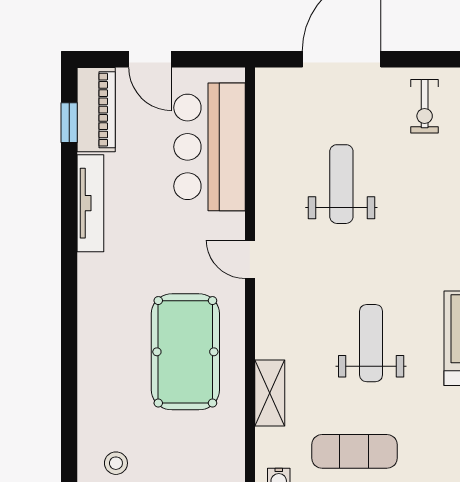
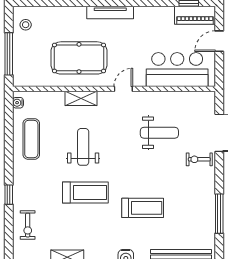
exercise bike: (425, 106) -> (199, 159), moved
tv unit: (90, 203) -> (110, 12), moved
weight bench: (371, 343) -> (83, 147), turned -90
shelving: (270, 393) -> (81, 98), moved

